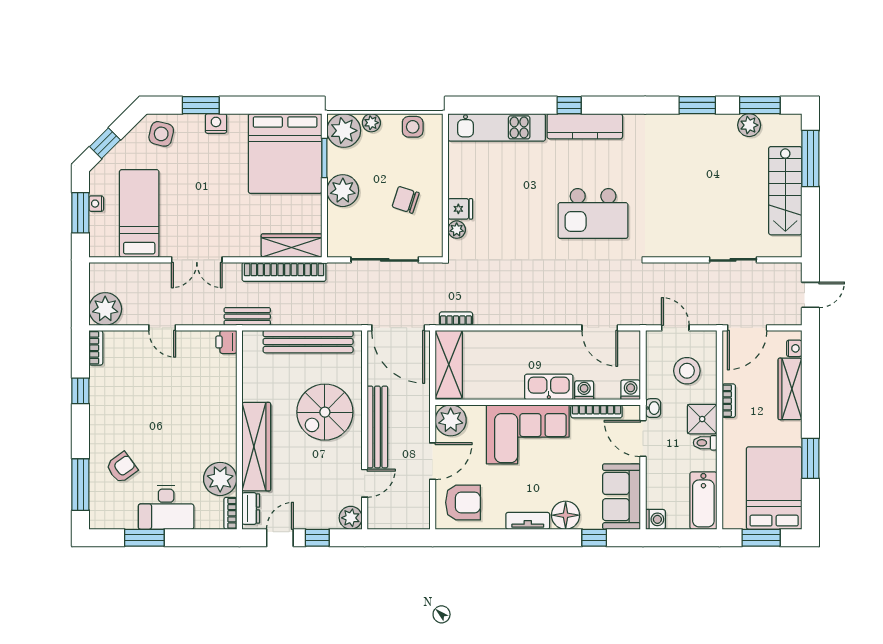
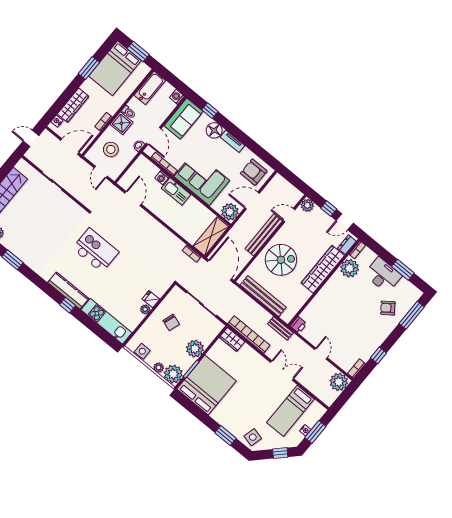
nightstand: (216, 124) -> (226, 422), removed
plant: (457, 230) -> (145, 309), moved
wardrobe: (291, 246) -> (232, 340), width x0.67
washing machine: (631, 390) -> (142, 161), removed

